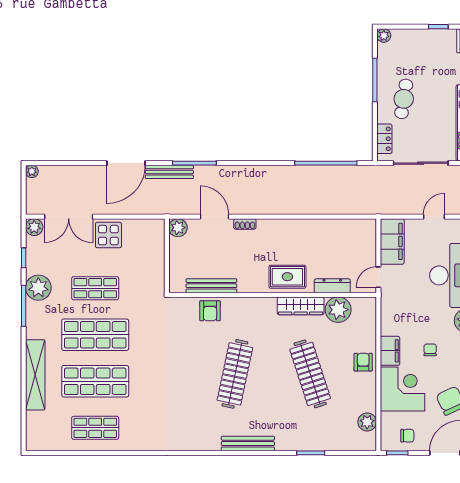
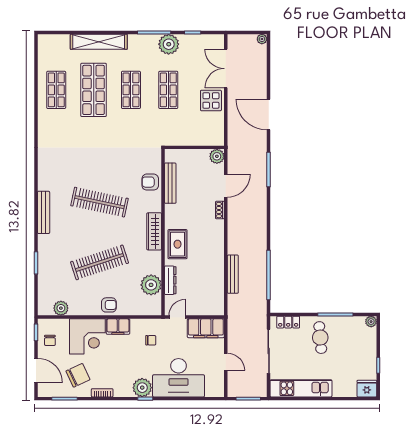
cafe table: (404, 99) -> (320, 338), turned 76
bench: (169, 172) -> (233, 274), moved
plant: (34, 227) -> (217, 41), removed
door: (378, 277) -> (177, 317), hinge flipped
wardrobe: (301, 306) -> (154, 231), moved
shop shelf: (95, 335) -> (131, 90), width x0.70, depth x0.74
chair: (430, 350) -> (151, 340), moved

